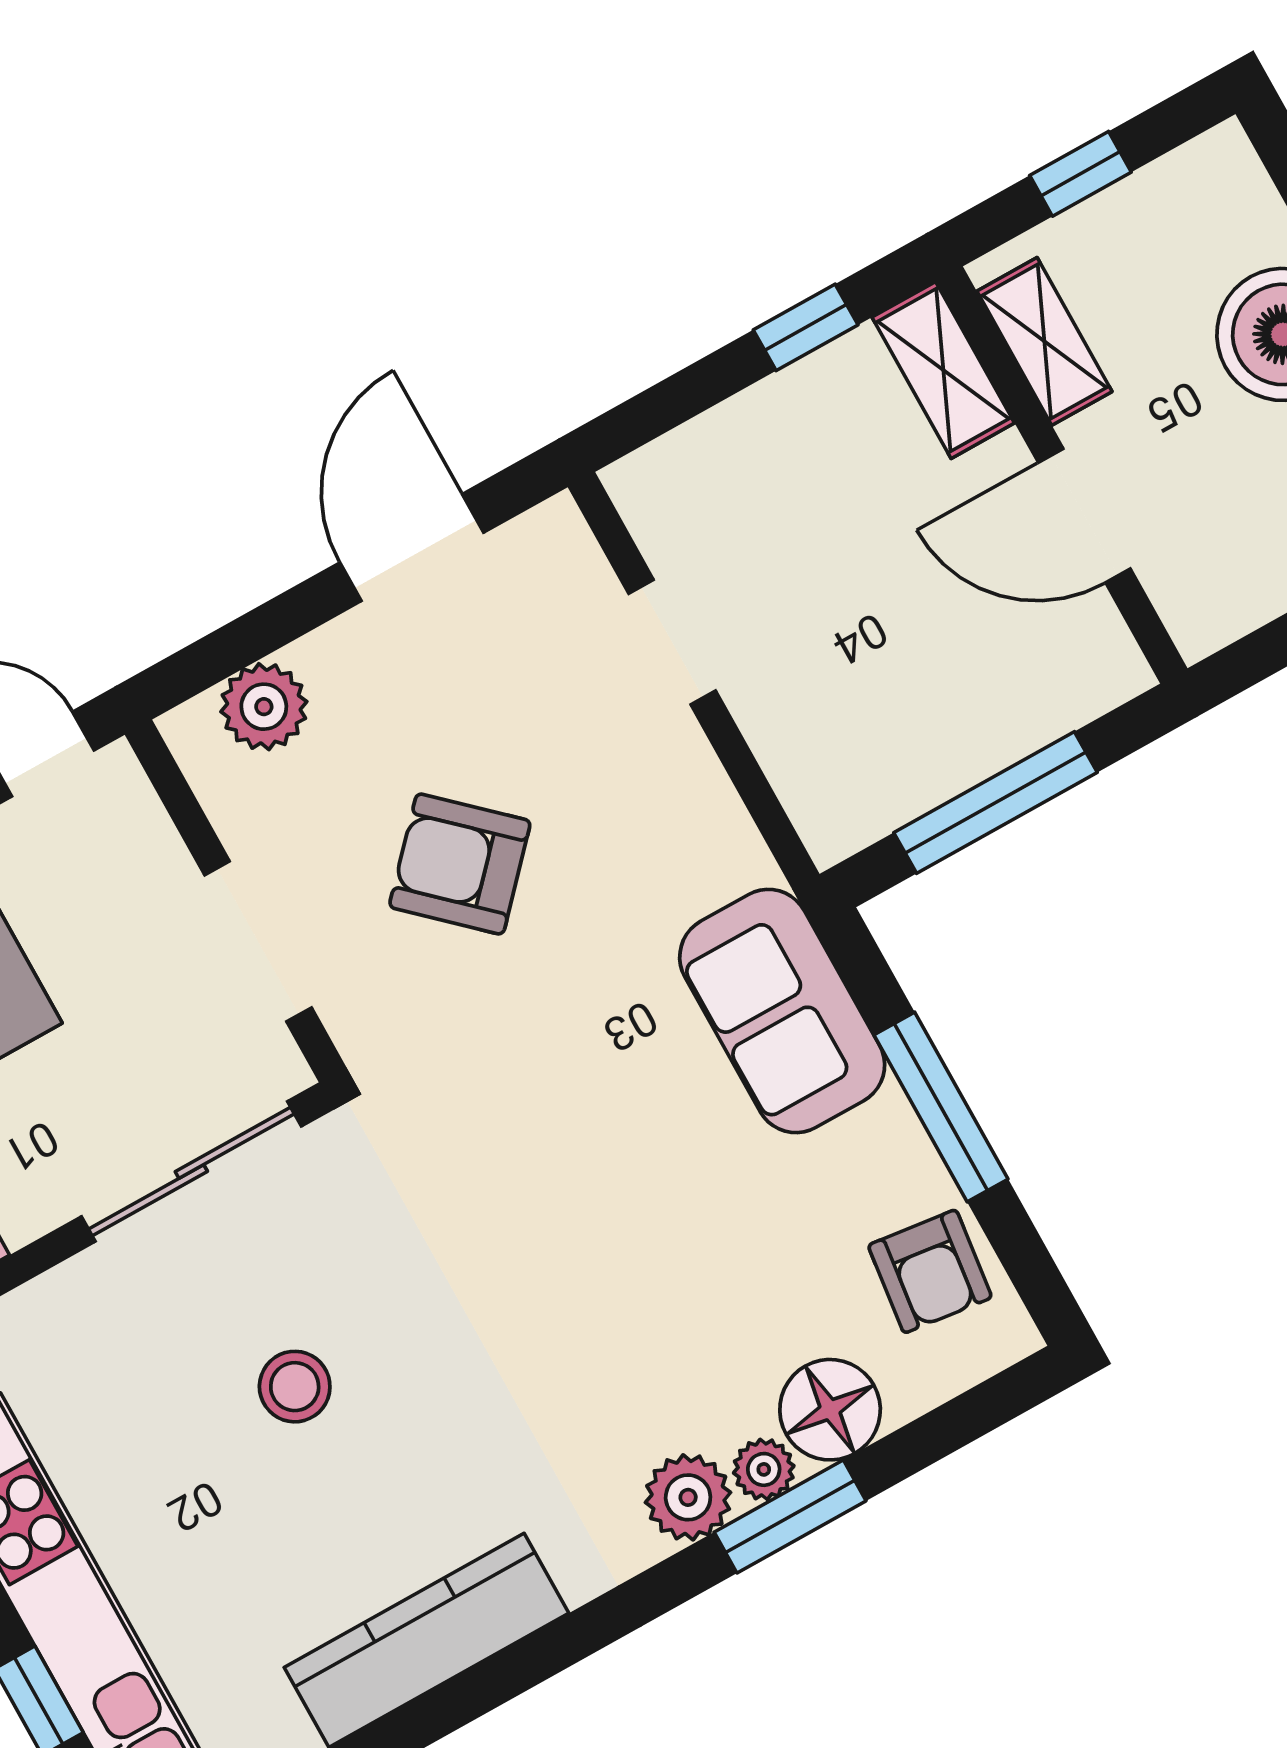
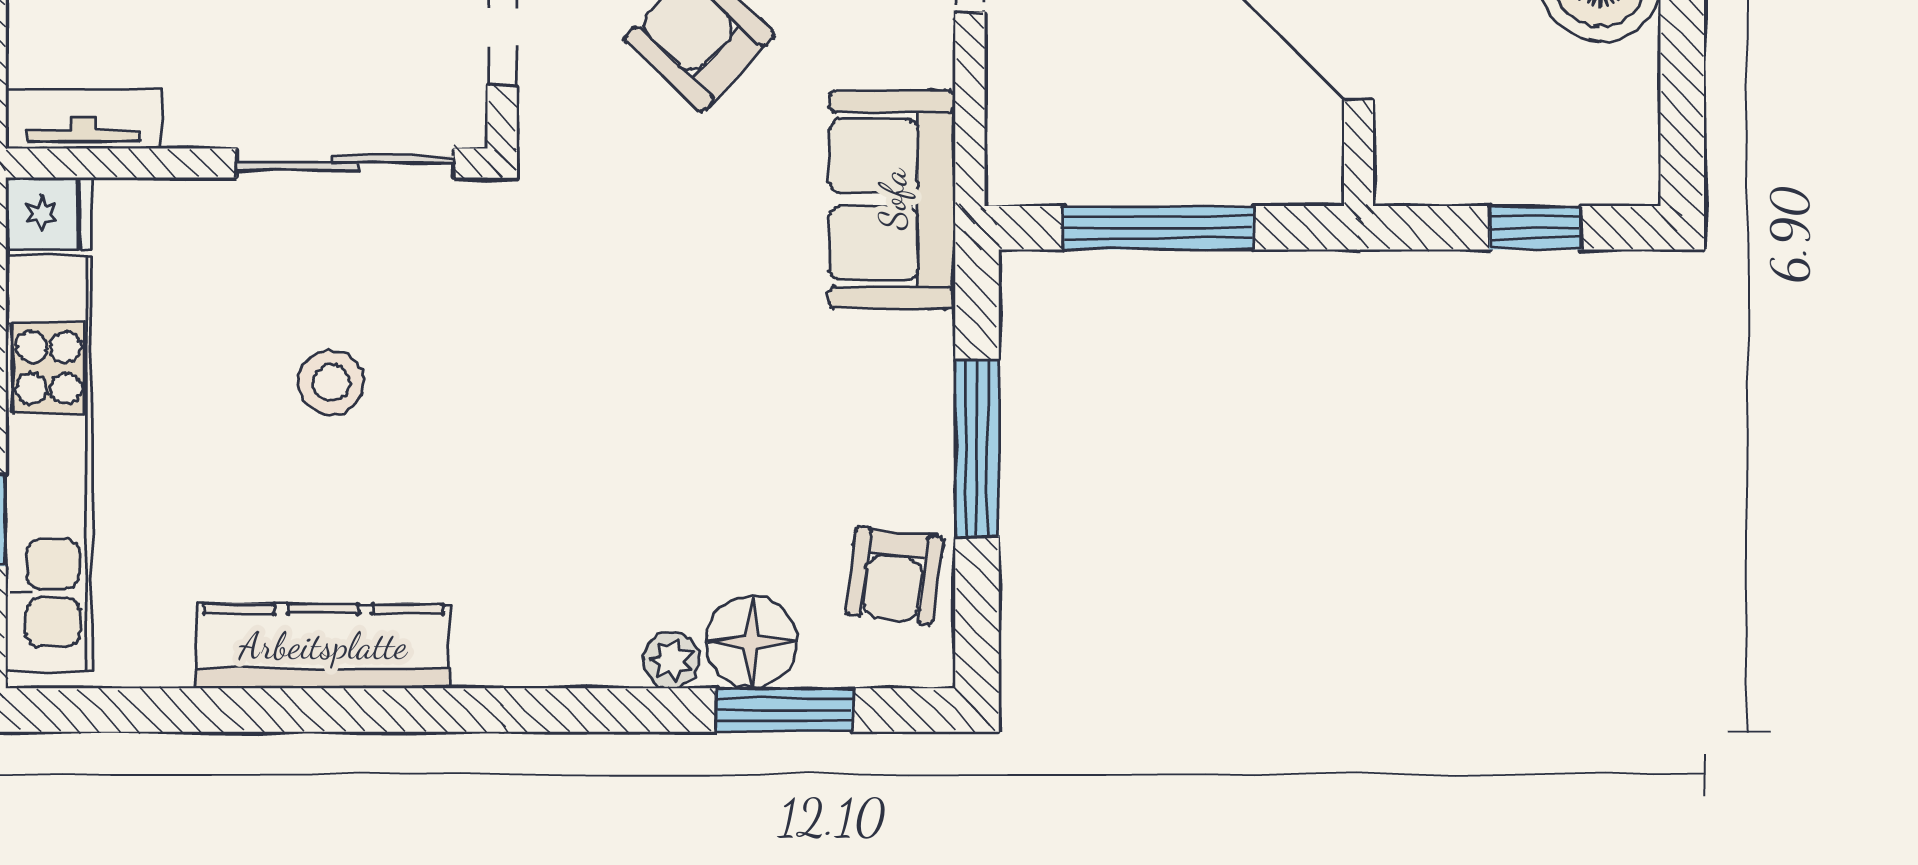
sofa: (782, 1011) -> (893, 199), moved
plant: (688, 1497) -> (598, 649), removed
window: (790, 1516) -> (784, 710), moved

